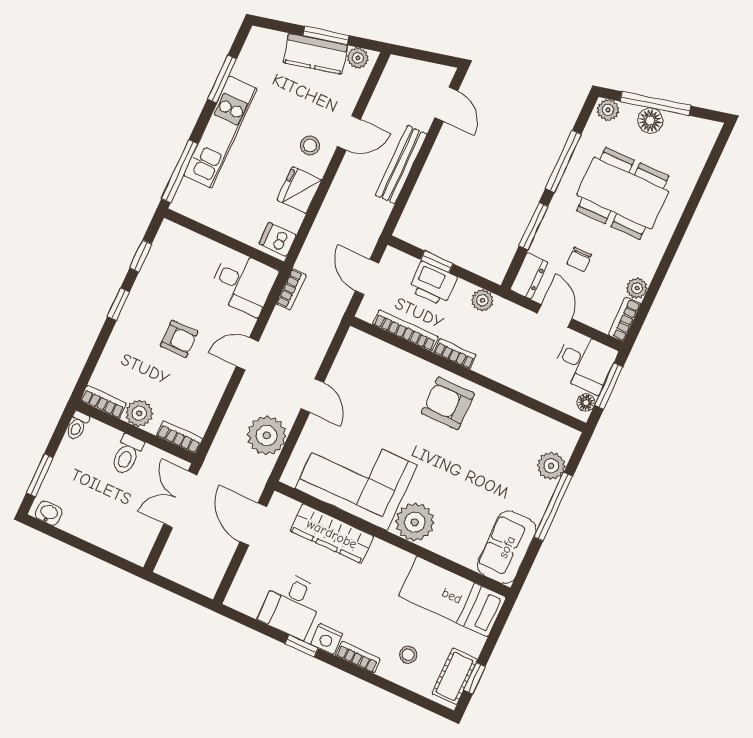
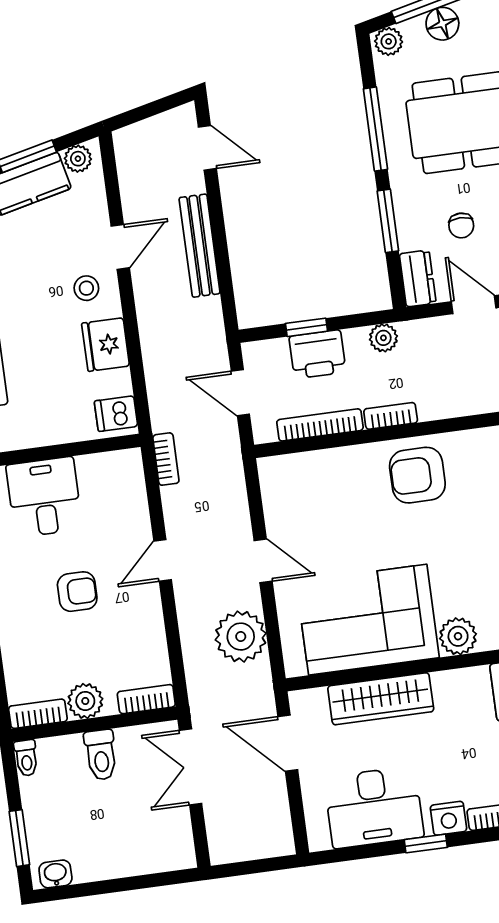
desk: (243, 283) -> (44, 497), moved, turned -90
plant: (415, 522) -> (458, 636), width x0.73, depth x0.73
desk: (292, 605) -> (374, 807), width x1.37

